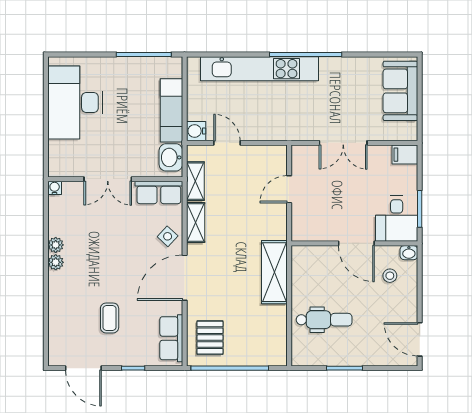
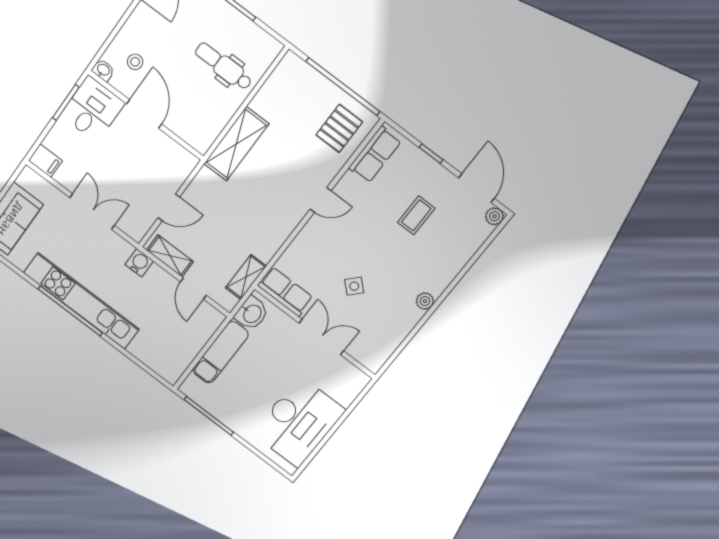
kitchen unit: (259, 69) -> (81, 301), moved
water cooler: (196, 131) -> (139, 263), moved, turned -90
water cooler: (55, 188) -> (374, 365), removed
shelving: (196, 222) -> (170, 256), moved, turned 90
side table: (168, 236) -> (354, 286), moved
plant: (56, 245) -> (494, 216), moved
door: (185, 278) -> (321, 200), width x0.53

